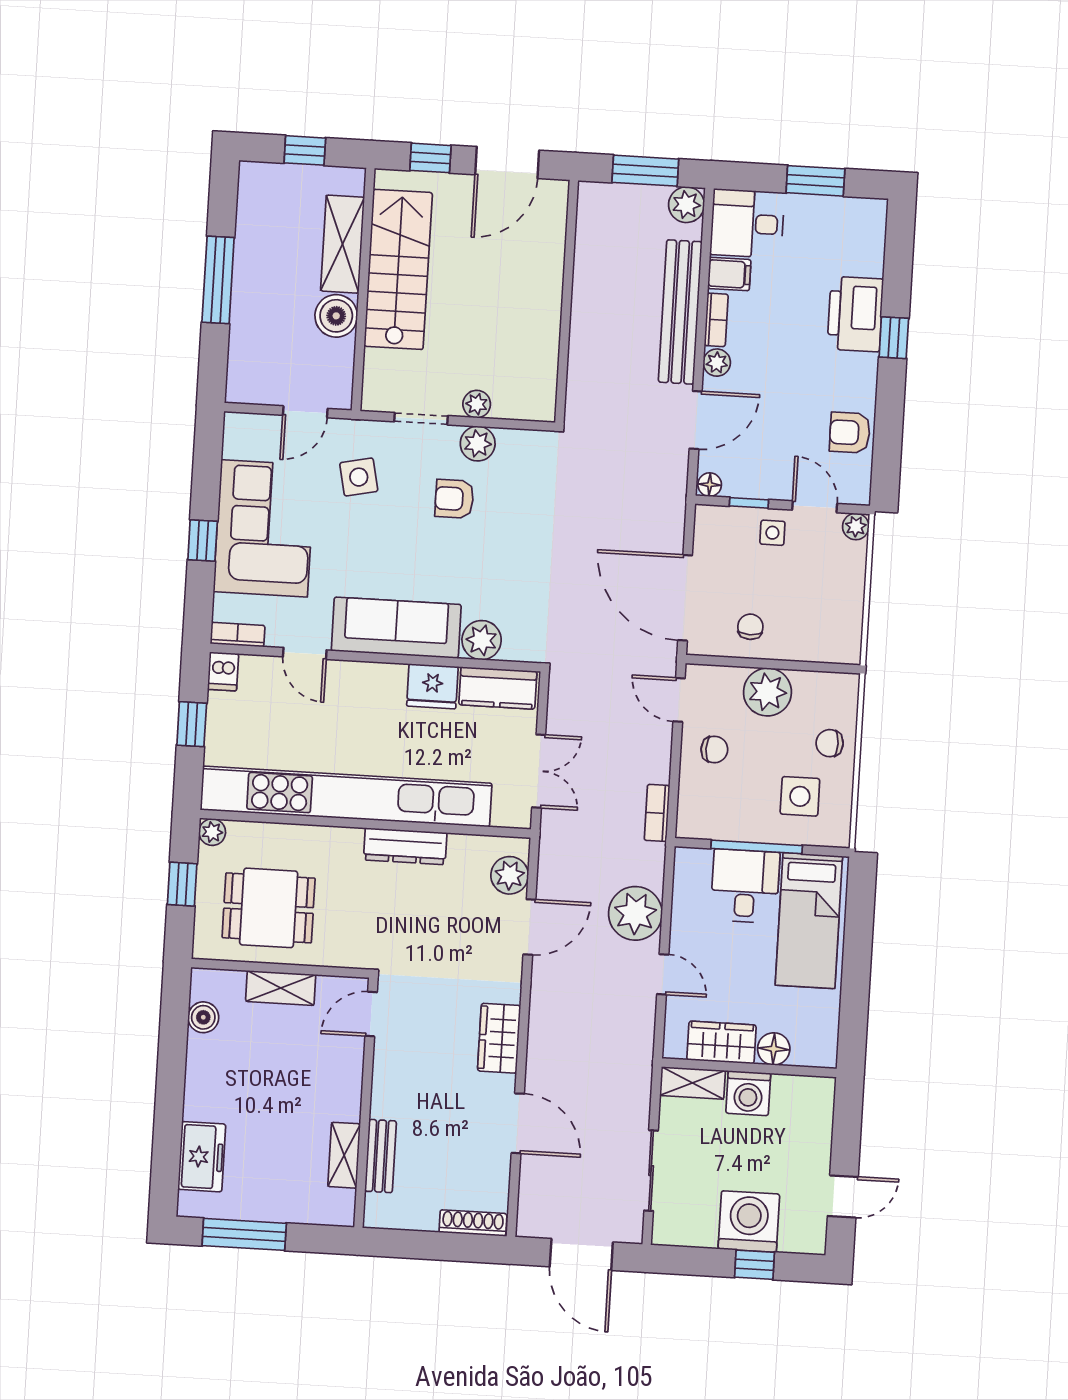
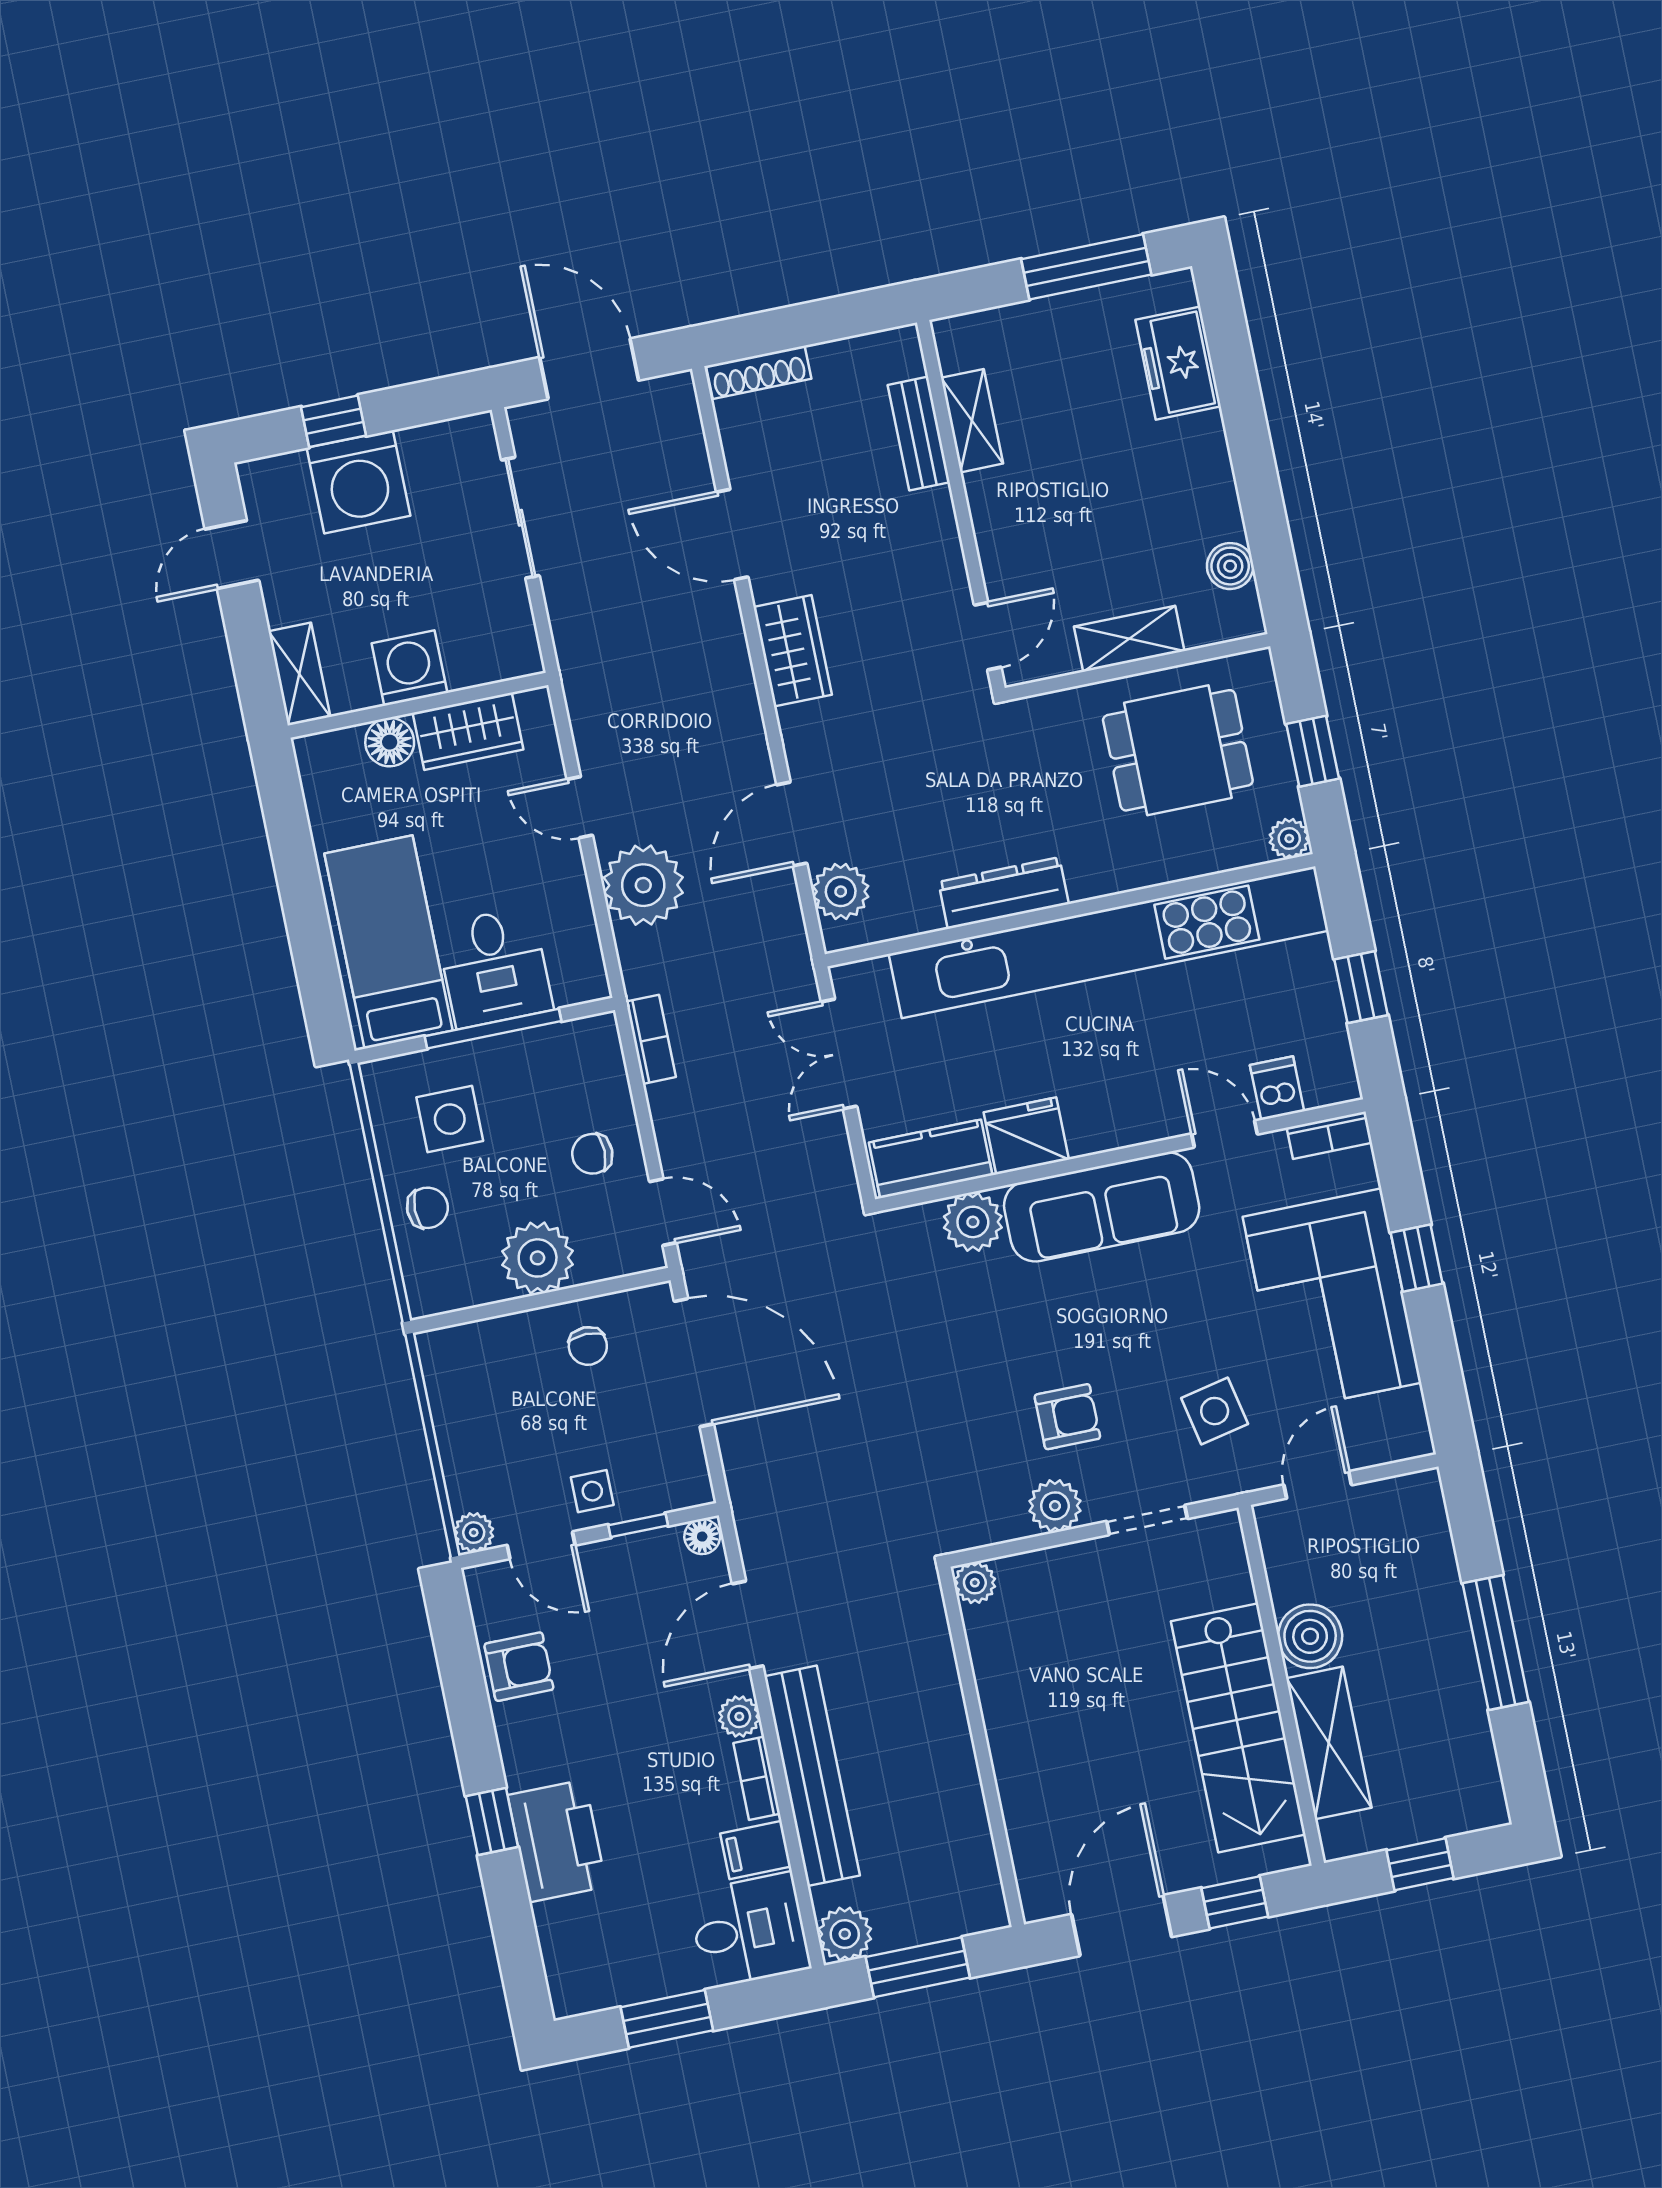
plant: (477, 404) -> (975, 1583), moved
dishwasher: (223, 671) -> (1277, 1088), moved
shelving: (693, 1083) -> (299, 674), moved, turned 90

